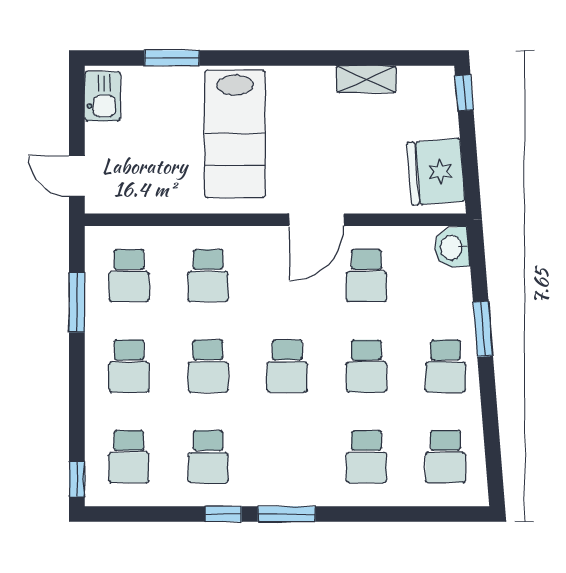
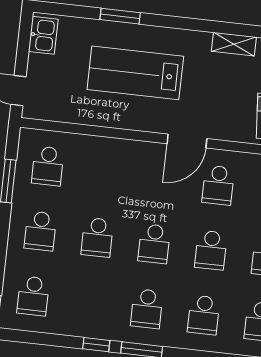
window: (172, 58) -> (120, 16), moved
lab bench: (235, 134) -> (135, 73), turned 90
school desk: (208, 276) -> (105, 172), removed
school desk: (208, 457) -> (147, 309), moved

